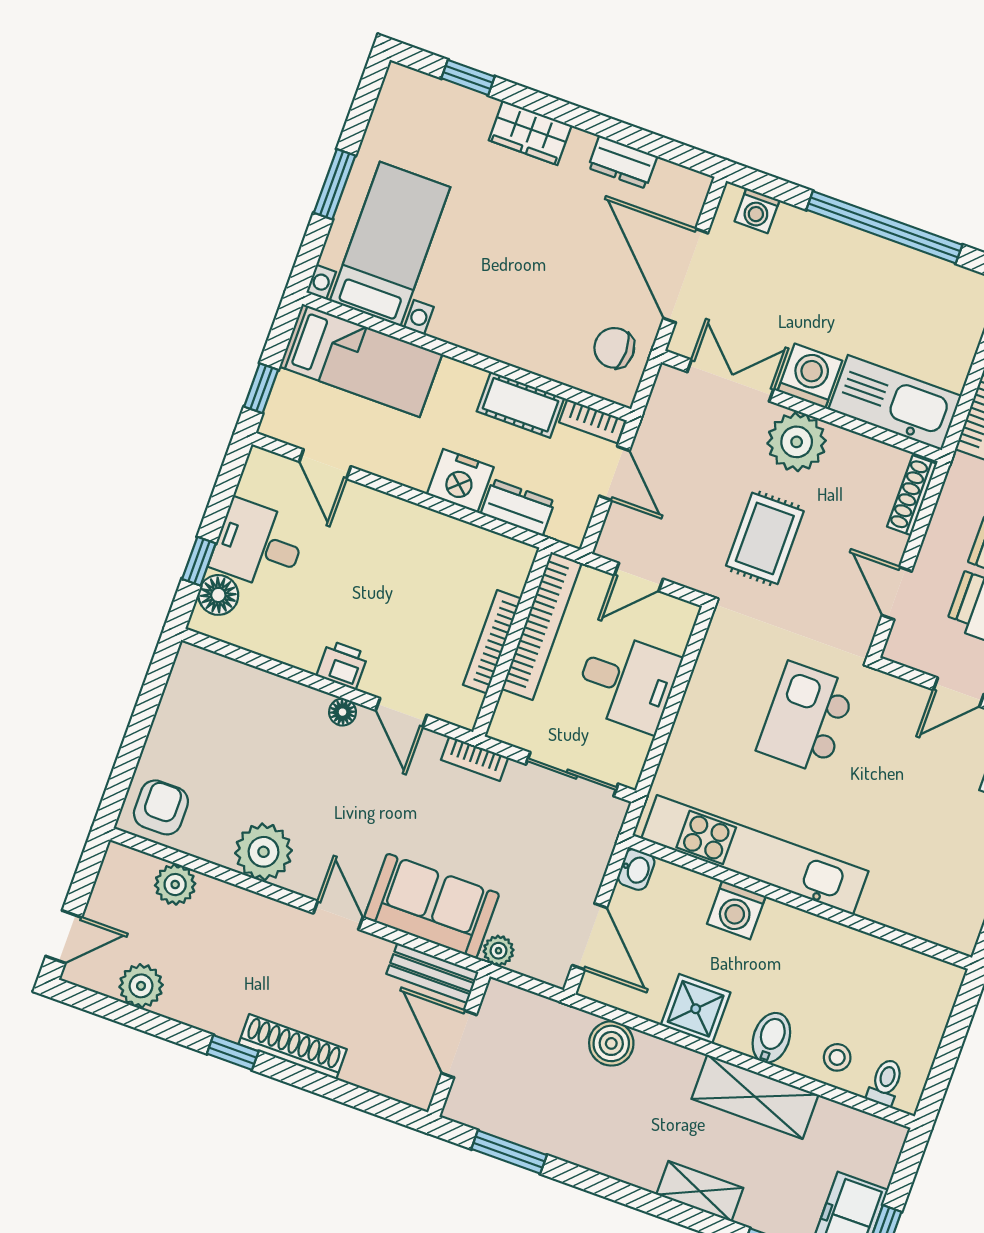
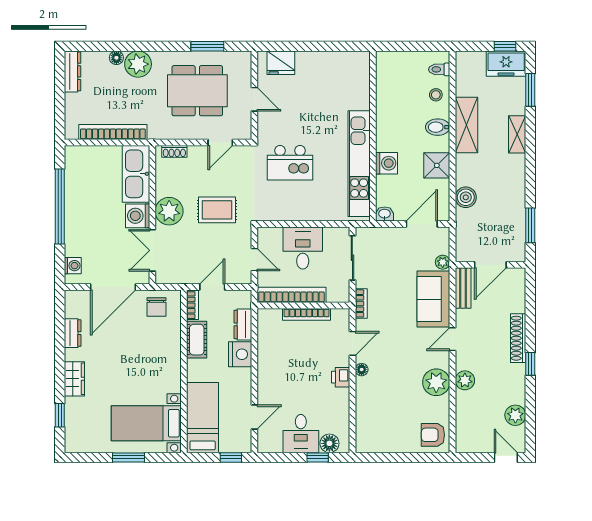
shoe rack: (912, 495) -> (174, 151), width x0.70
plant: (175, 885) -> (465, 380), moved

